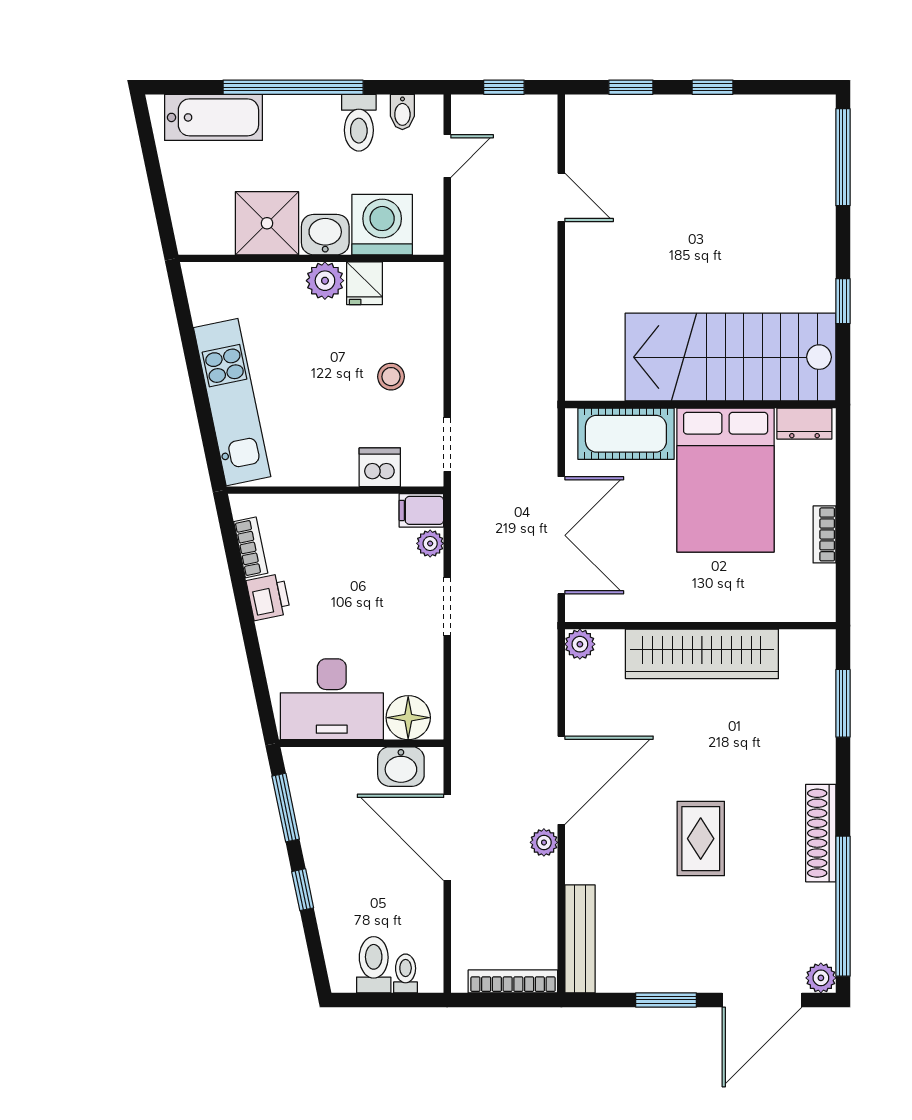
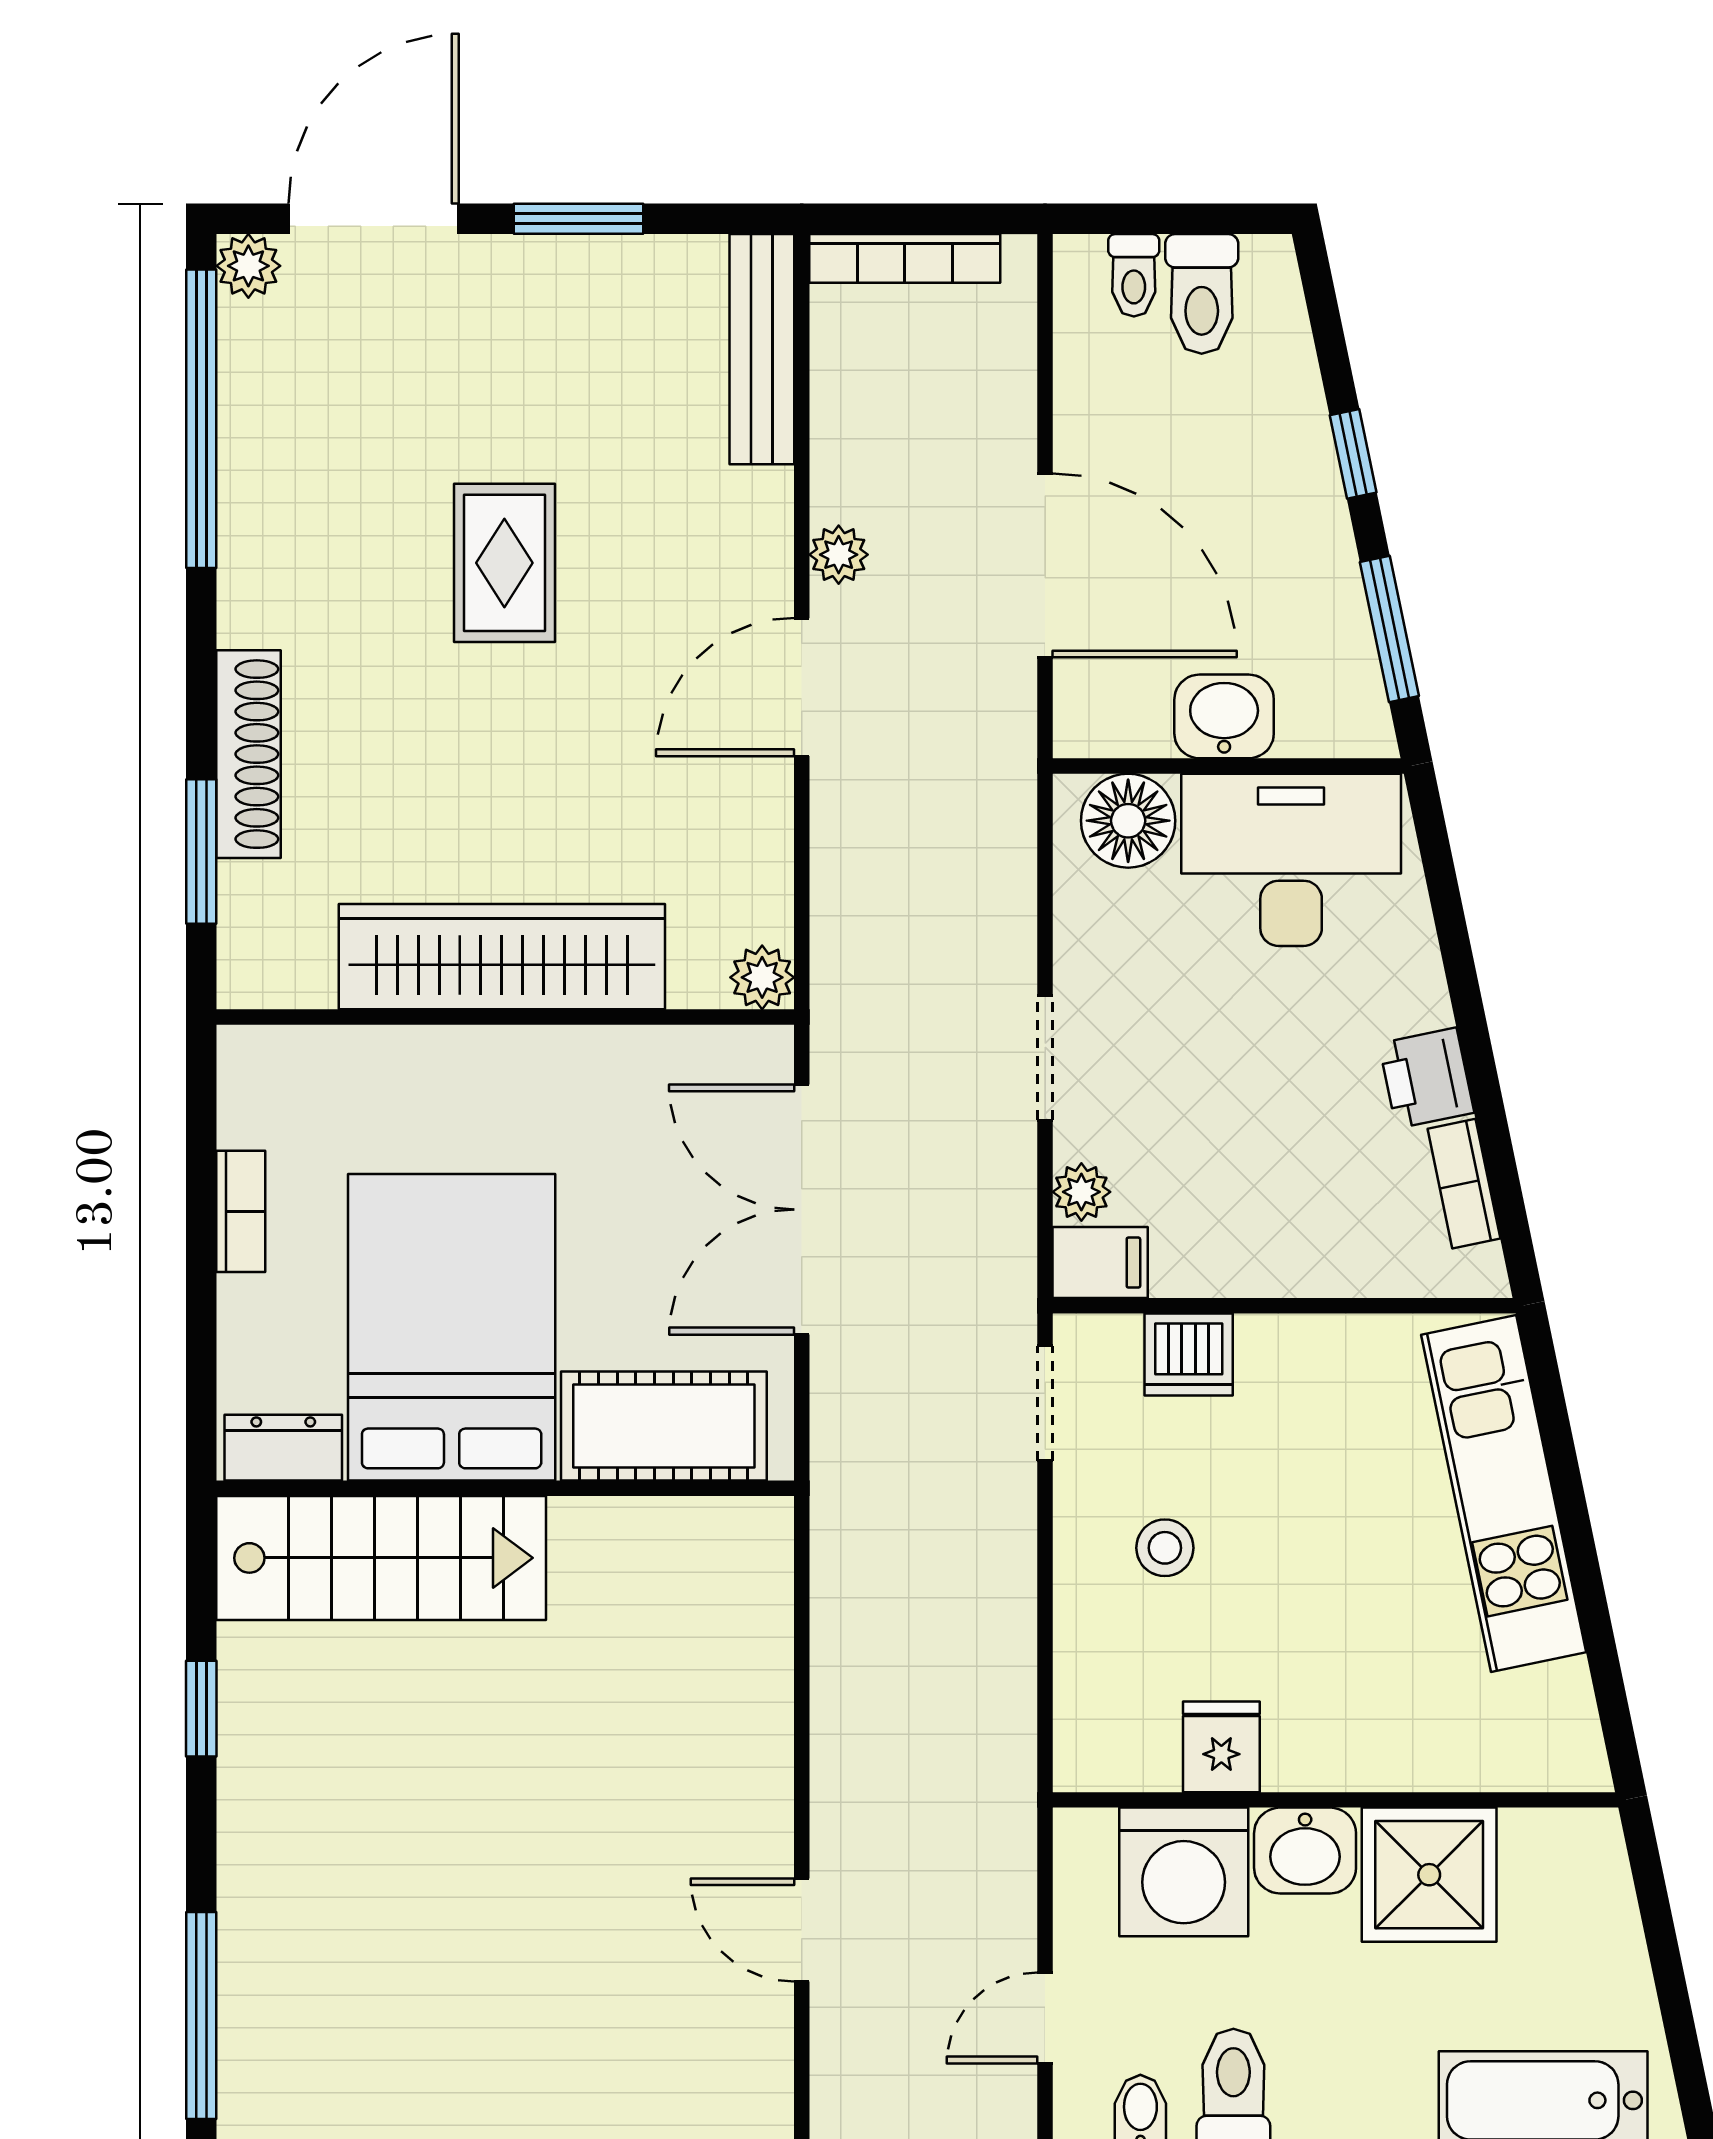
plant: (325, 281) -> (1306, 1752), removed
stairs: (730, 357) -> (381, 1558), width x0.73, depth x0.66
washbasin: (401, 767) -> (1224, 716), moved
door: (561, 780) -> (802, 687), width x0.73
shoe rack: (821, 833) -> (249, 754), moved

